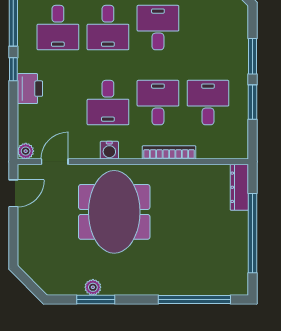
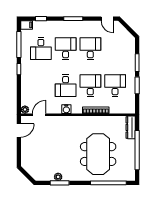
desk: (108, 28) -> (66, 49), turned 180
printer: (30, 89) -> (27, 79), removed
meeting table: (114, 212) -> (98, 154), moved

